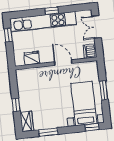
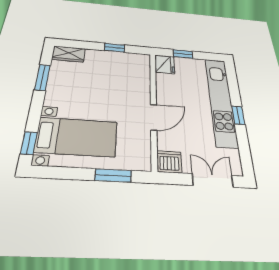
window: (8, 35) -> (183, 54), moved
fridge: (32, 58) -> (165, 64), moved
window: (104, 90) -> (113, 175), moved
window: (16, 105) -> (115, 48), moved

